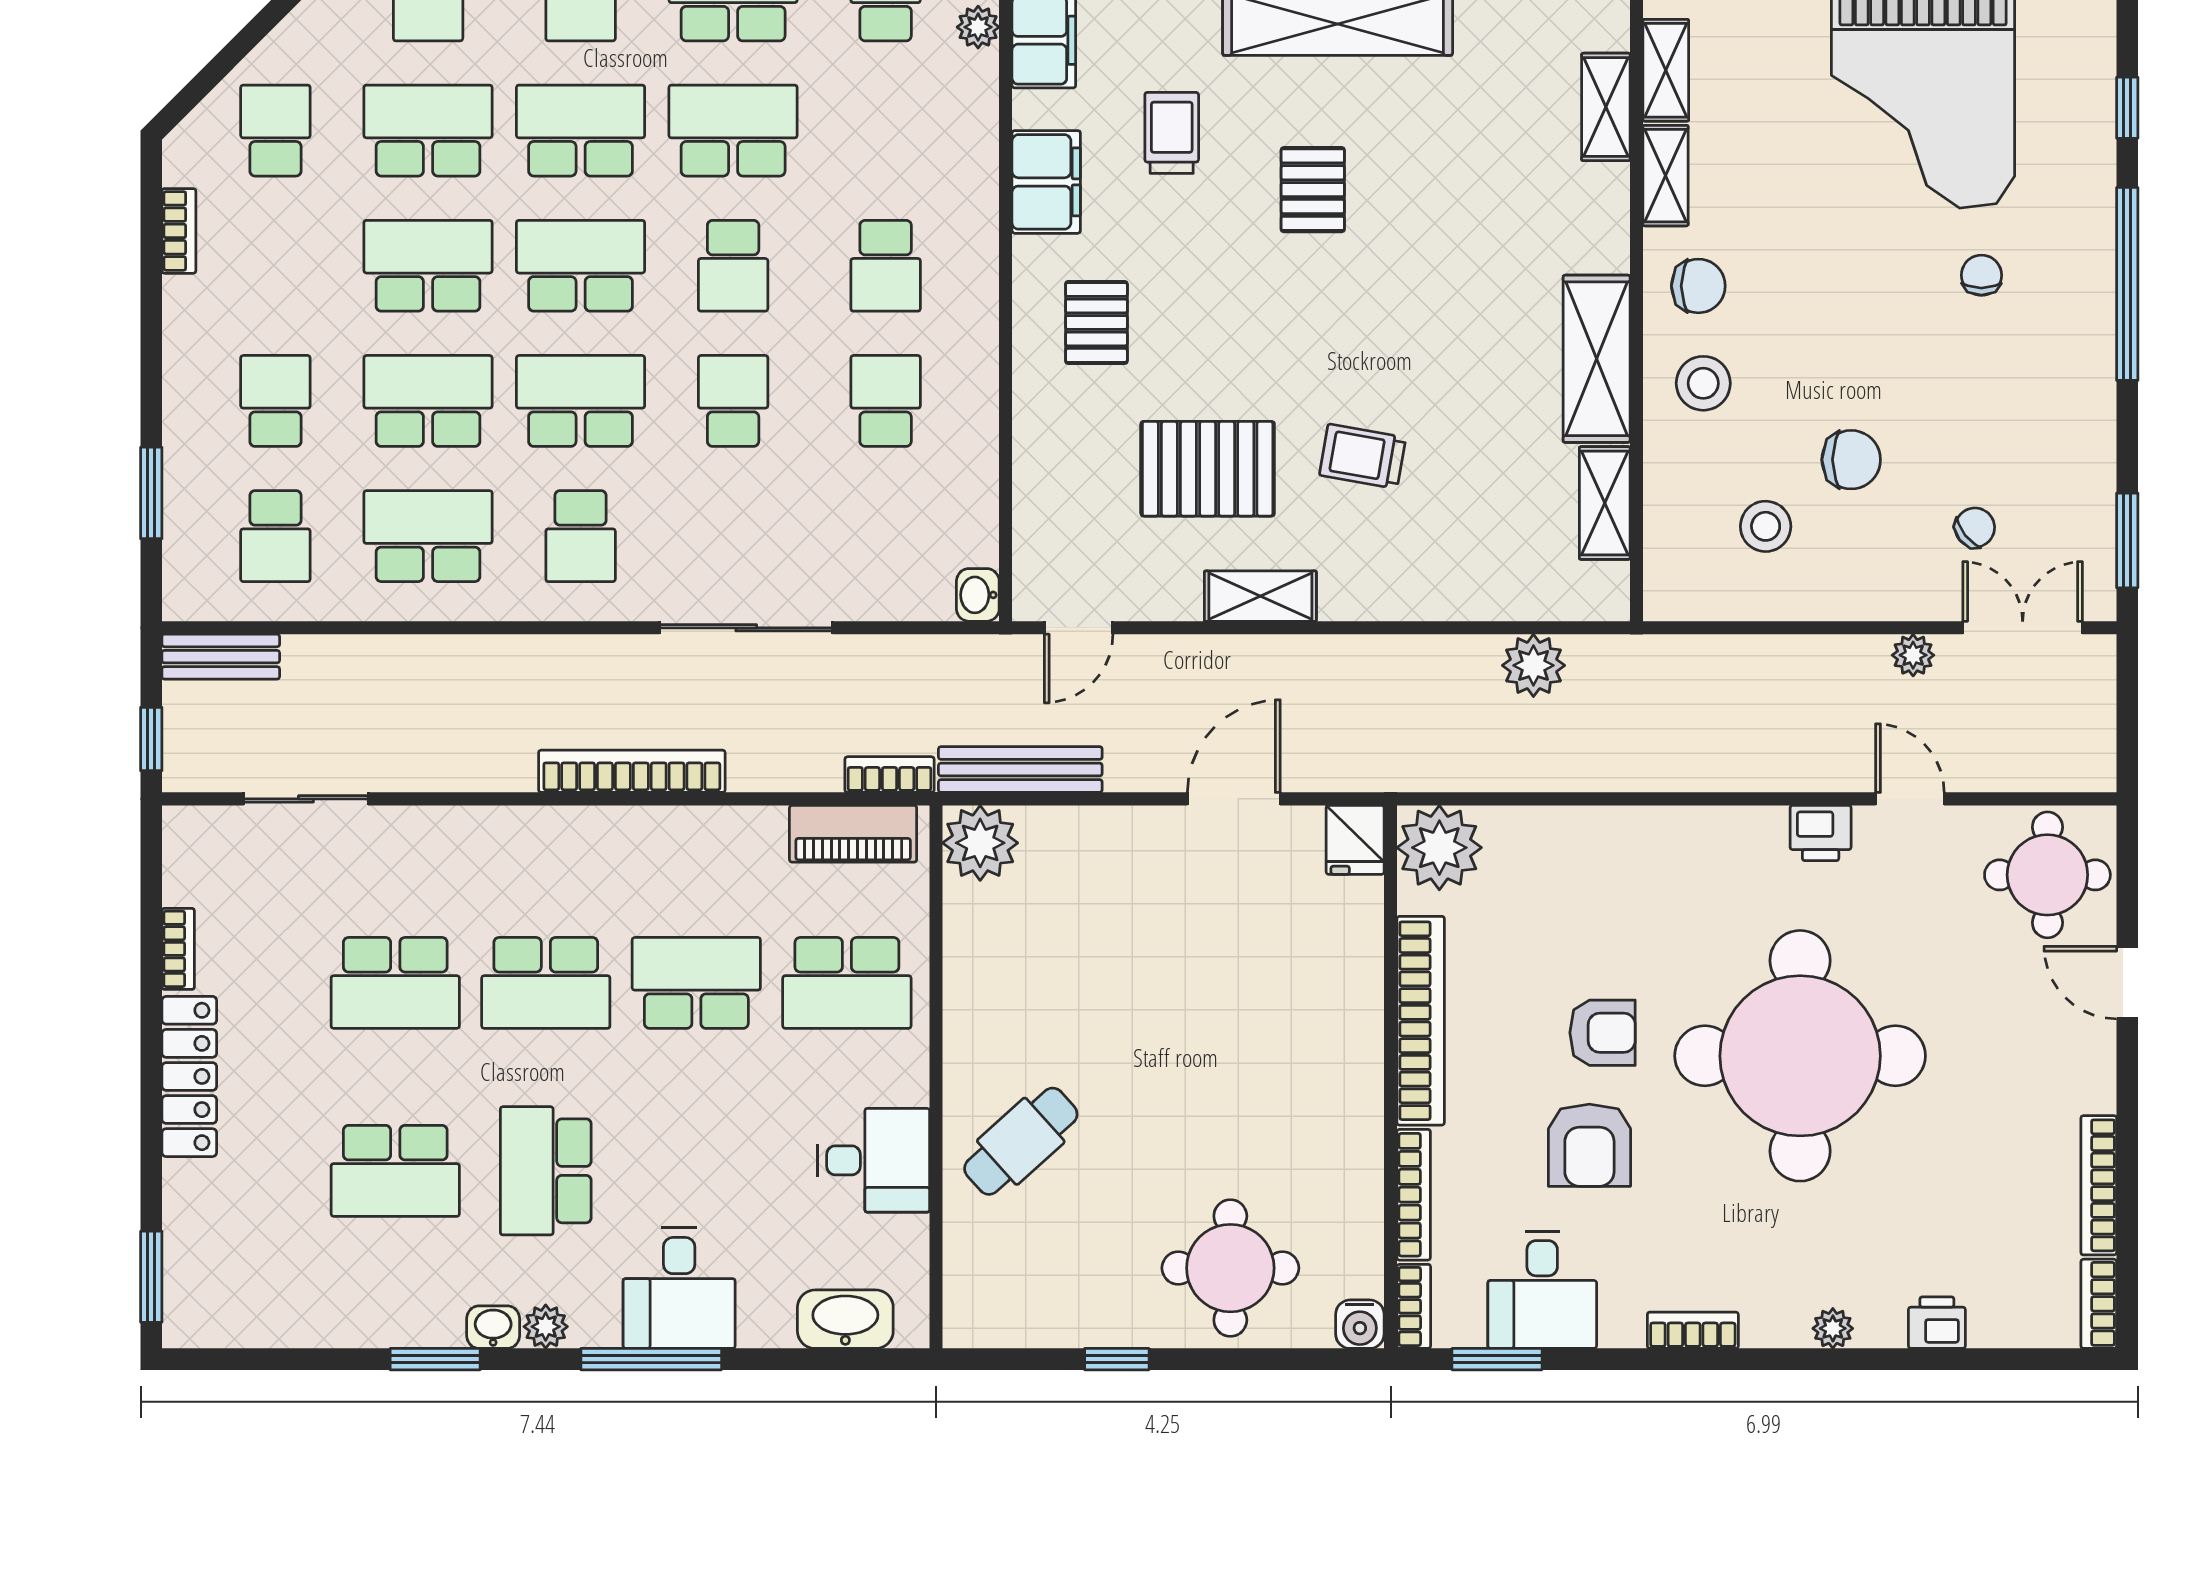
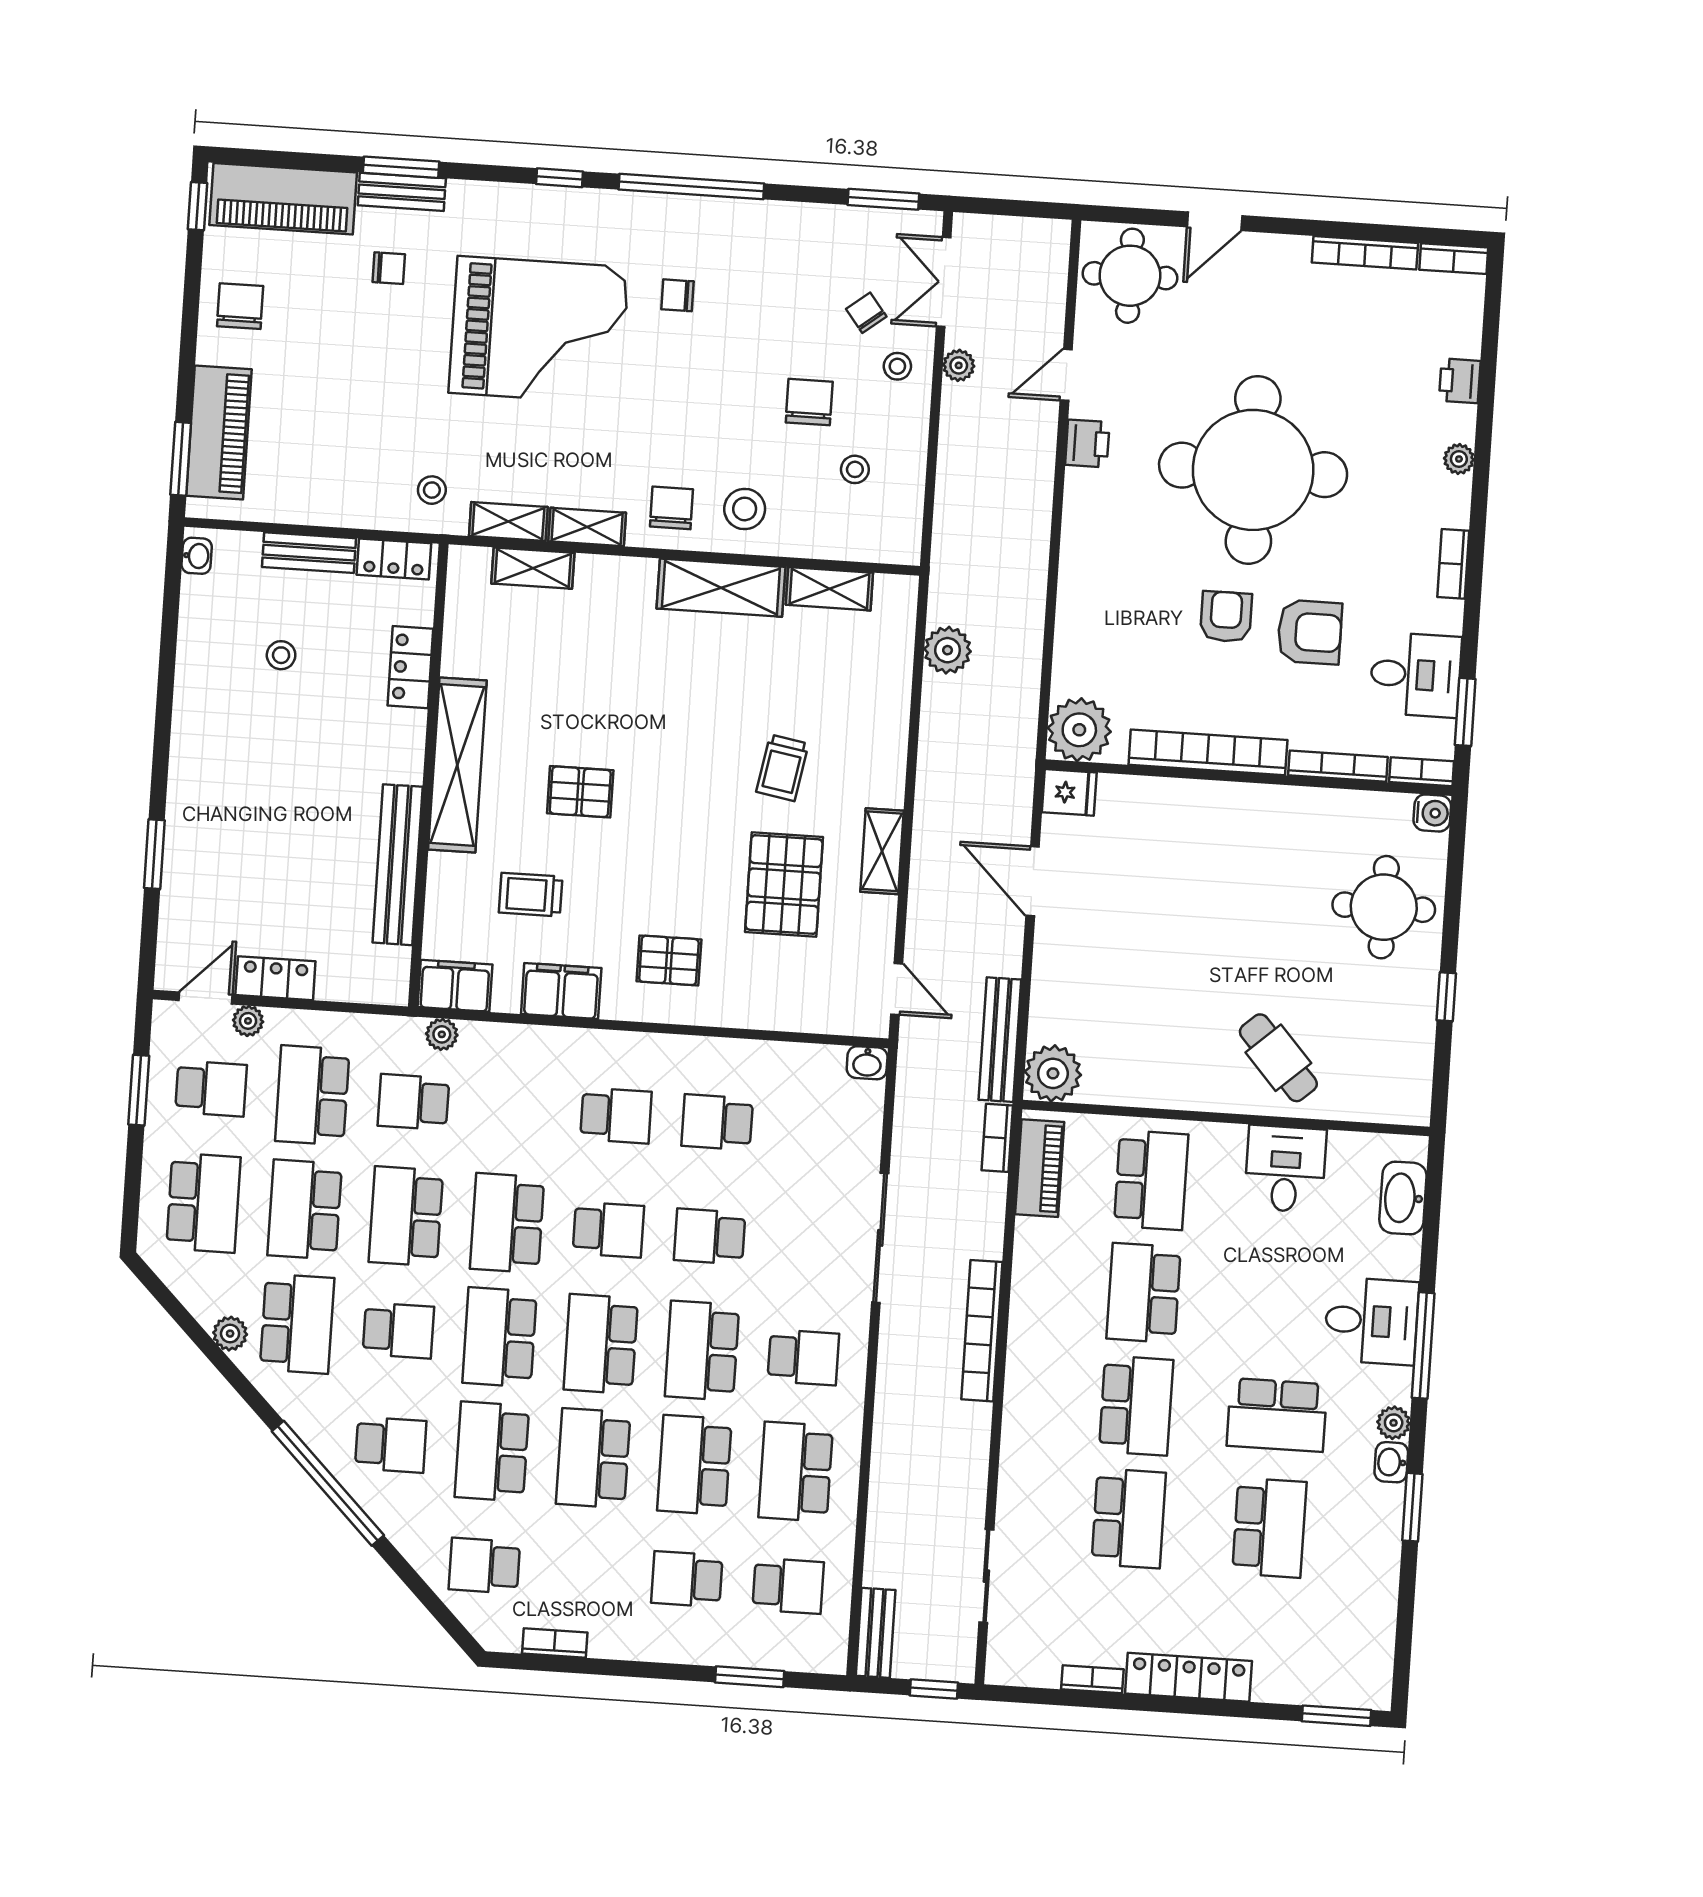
stool: (1766, 526) -> (855, 469), width x0.73, depth x0.73
stool: (1907, 574) -> (897, 366), added

